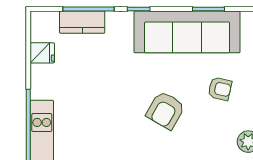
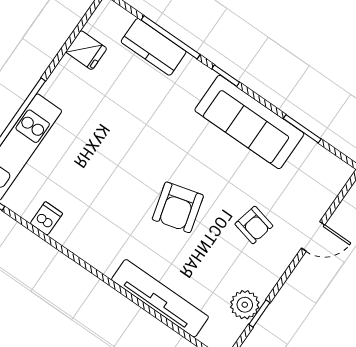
sofa: (187, 32) -> (249, 122), width x0.74, depth x0.79
armchair: (166, 110) -> (178, 207), turned -45

